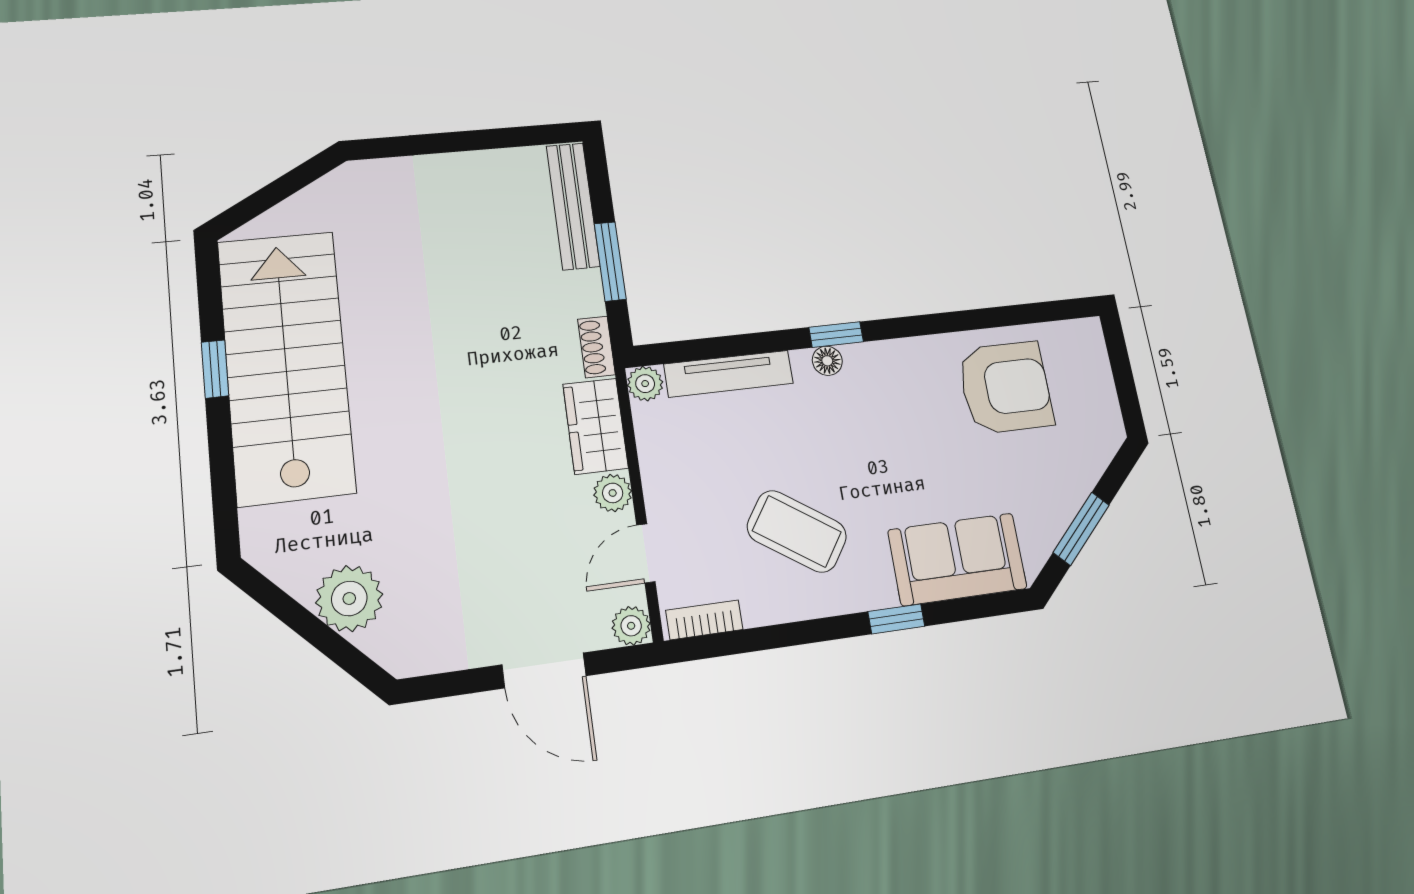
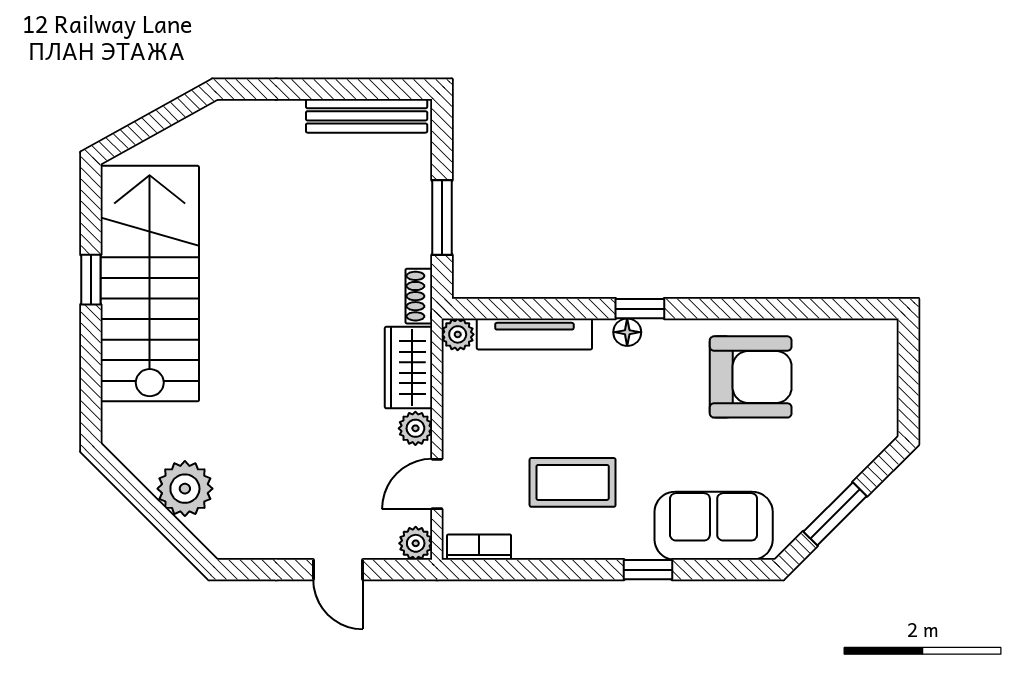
bench: (573, 206) -> (367, 116), moved, turned 90
armchair: (1005, 387) -> (751, 377), moved
coffee table: (797, 531) -> (573, 482), turned -34
door: (544, 670) -> (338, 570), width x0.73

